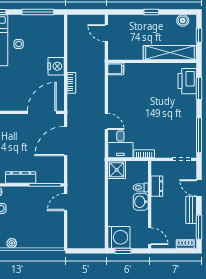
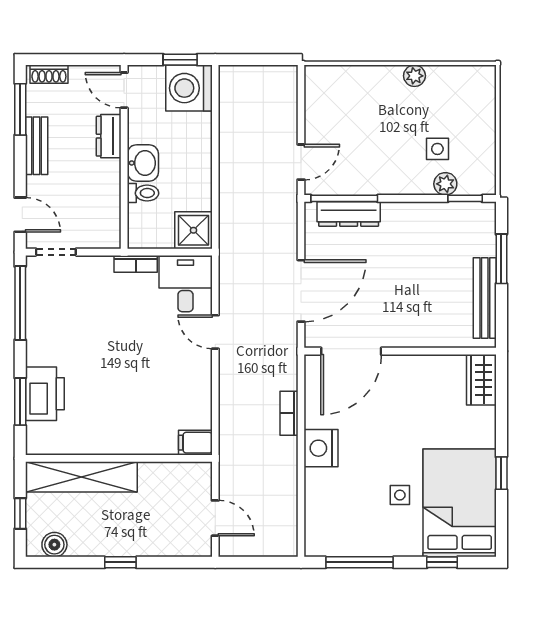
printer: (187, 81) -> (45, 394), moved
dresser: (21, 177) -> (349, 214), moved
dresser: (157, 186) -> (109, 136), moved
door: (199, 188) -> (20, 215), moved

